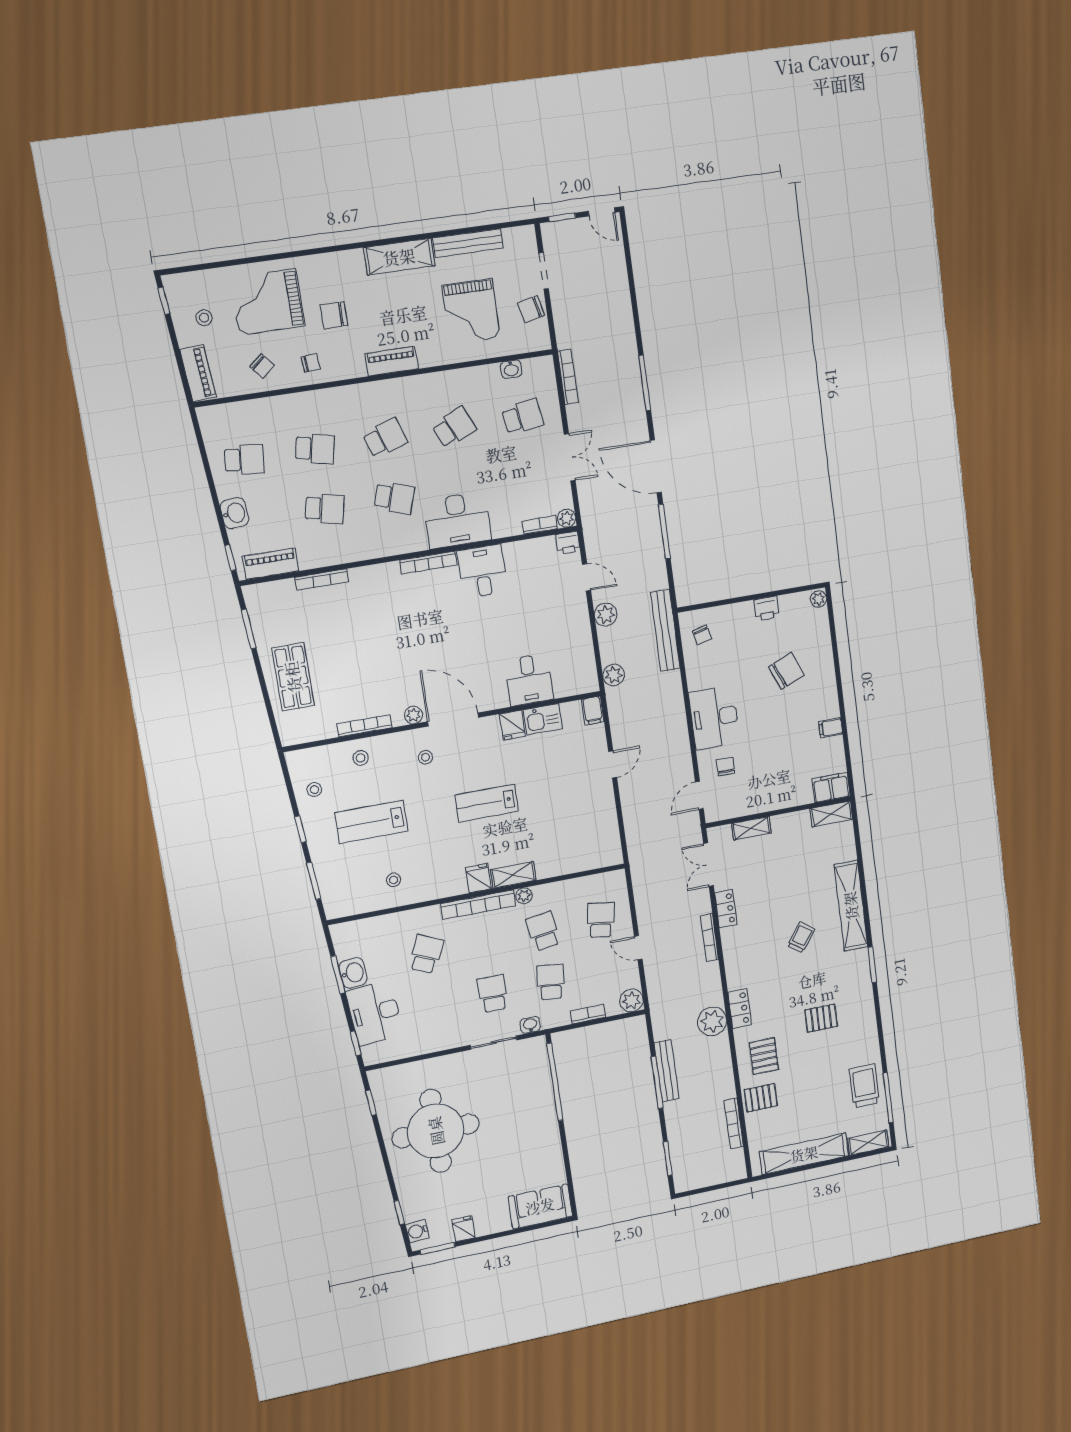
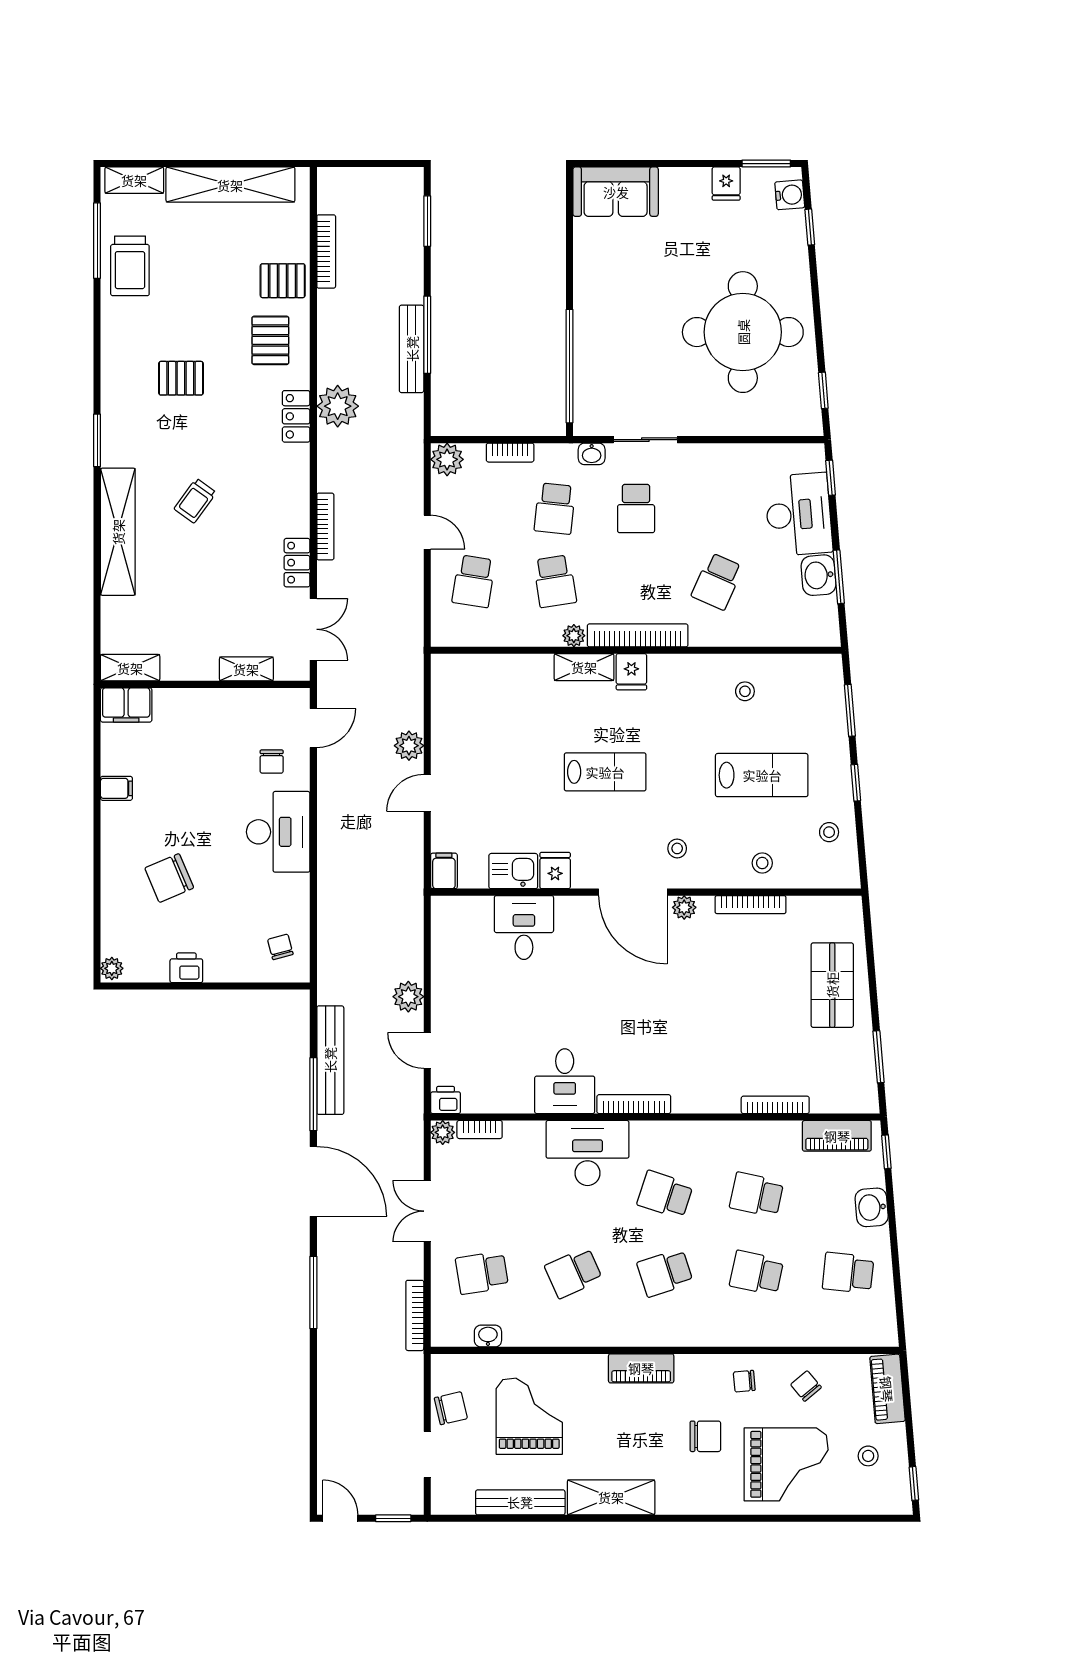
bench: (665, 630) -> (330, 1060), moved
plant: (614, 675) -> (409, 746), moved

